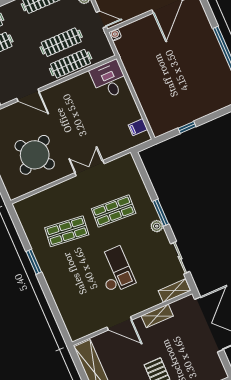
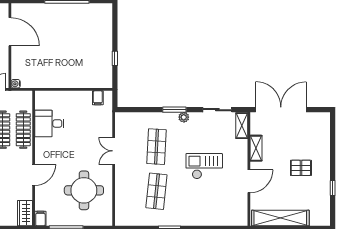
desk: (109, 80) -> (49, 123), moved
round table: (35, 155) -> (84, 190), turned 34

